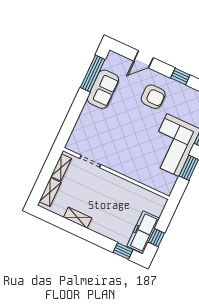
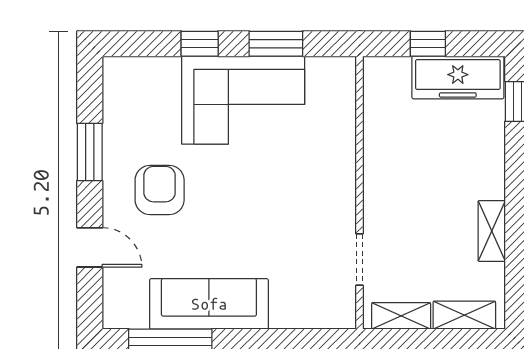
window: (180, 76) -> (90, 152), width x1.50
sofa: (103, 89) -> (209, 304), width x1.36
window: (156, 238) -> (428, 44), moved

